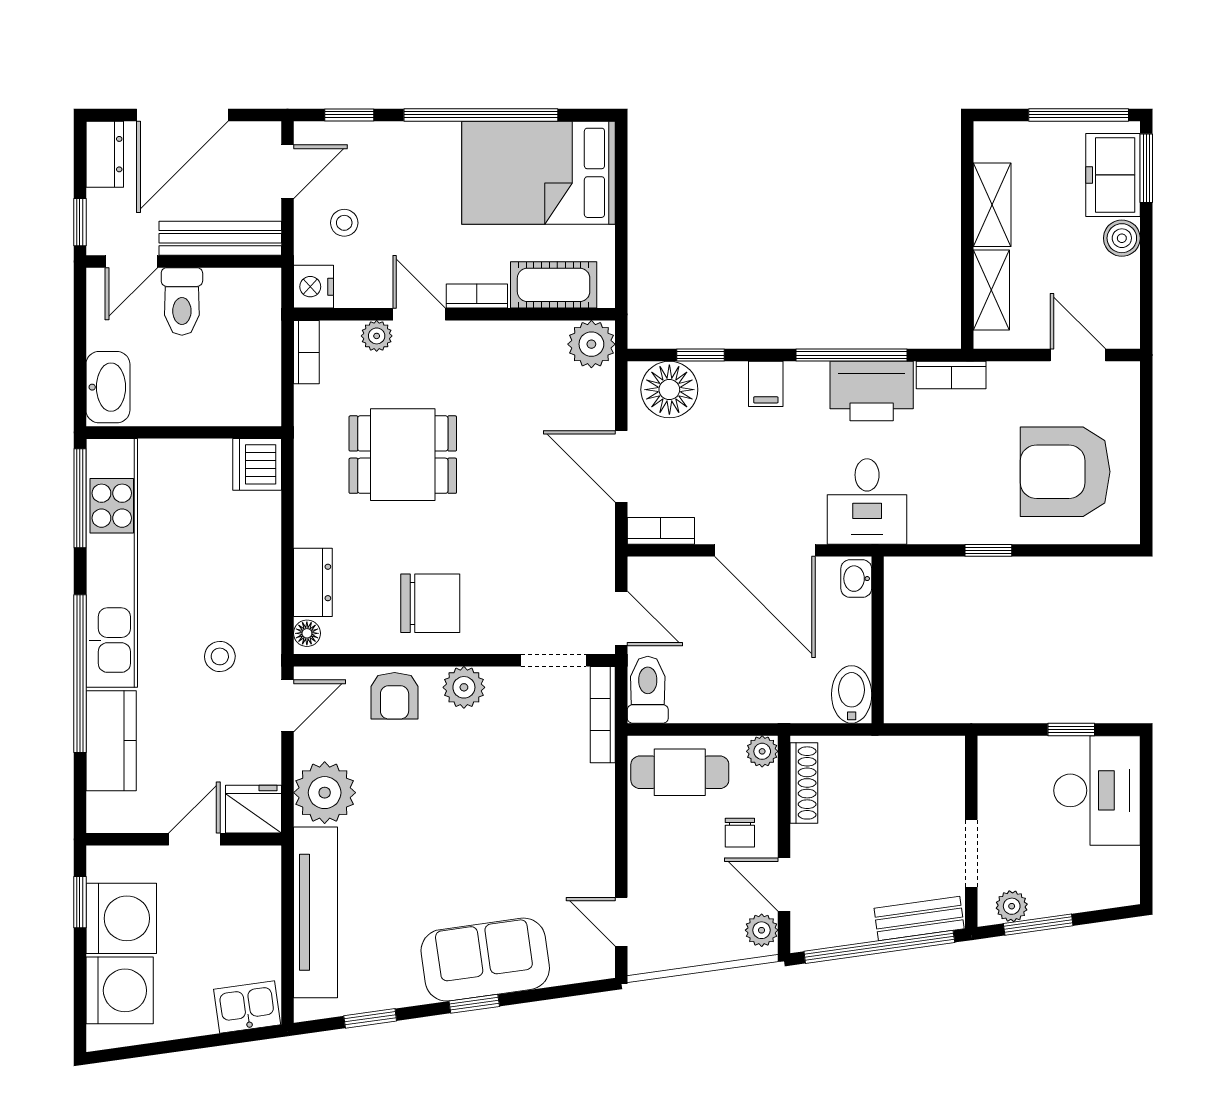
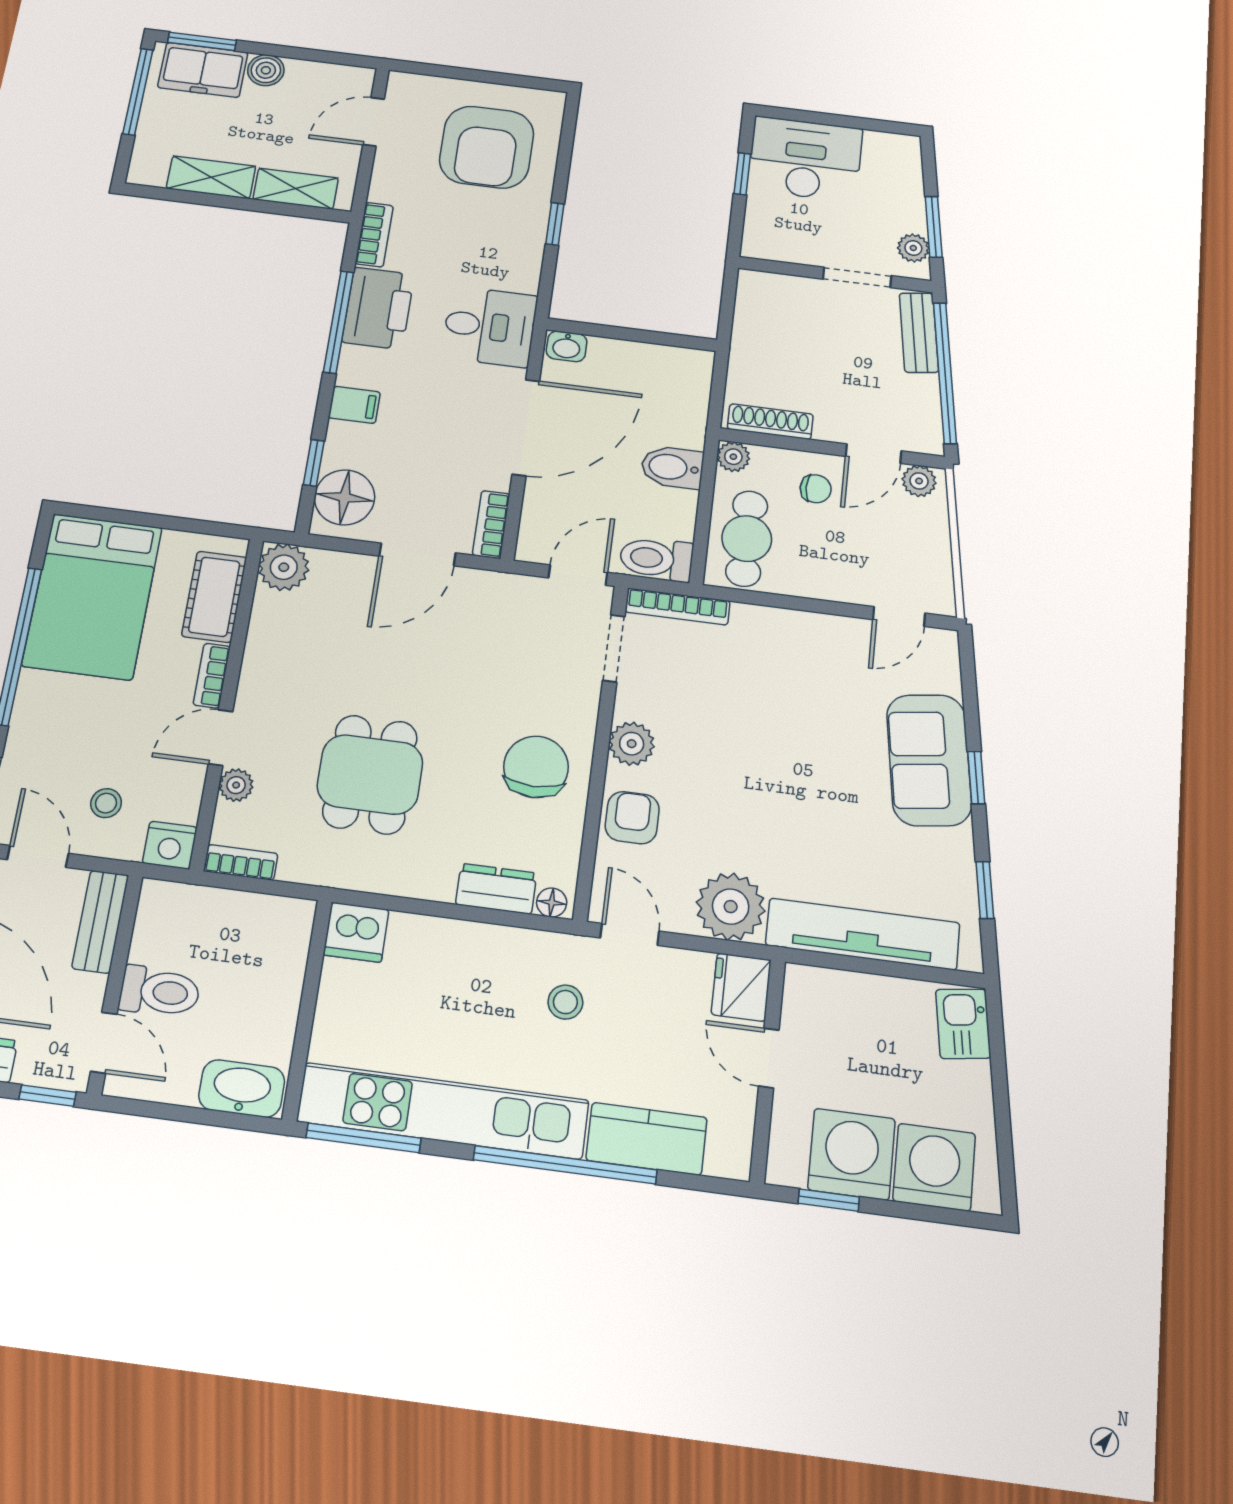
bench: (220, 238) -> (100, 922), width x0.73
bidet: (852, 694) -> (672, 467), moved
armchair: (395, 696) -> (632, 818), turned -90

